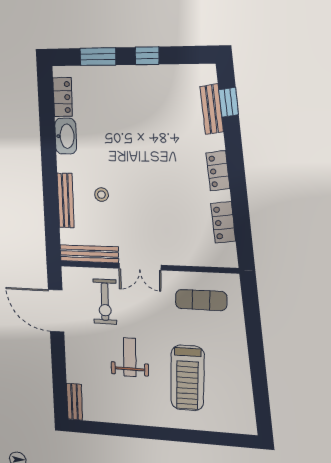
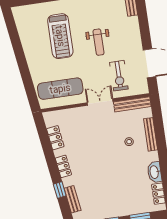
window: (229, 102) -> (60, 190), moved
exercise mat: (201, 300) -> (60, 89), width x1.36, depth x1.45
exercise bike: (105, 302) -> (119, 76), turned 180
treadmill: (187, 378) -> (60, 36), turned 180

